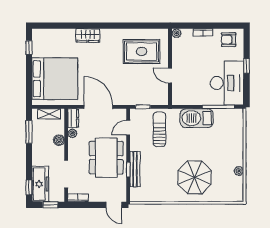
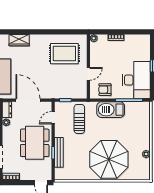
armchair: (229, 40) -> (105, 90), moved
door: (170, 76) -> (88, 74), swing flipped
parasol: (195, 177) -> (109, 159), width x1.36, depth x1.36

